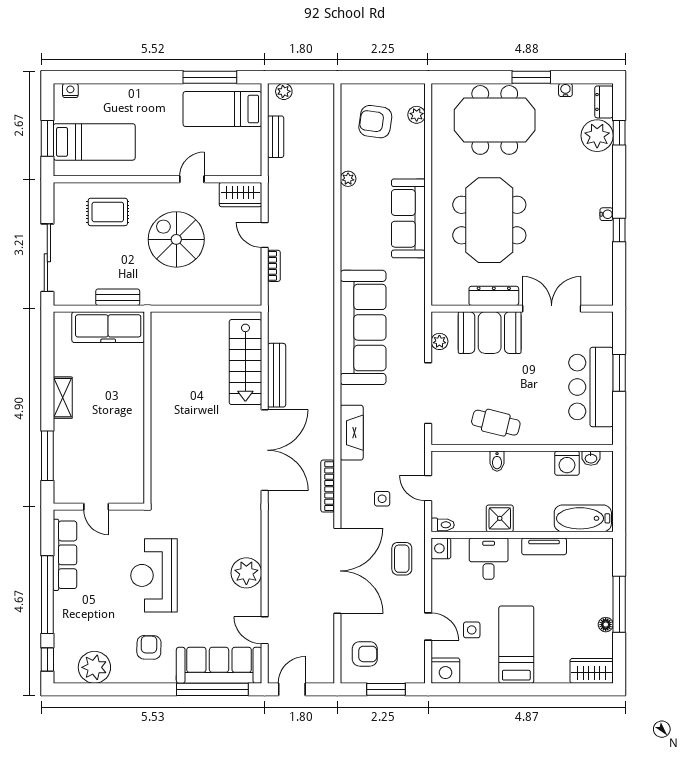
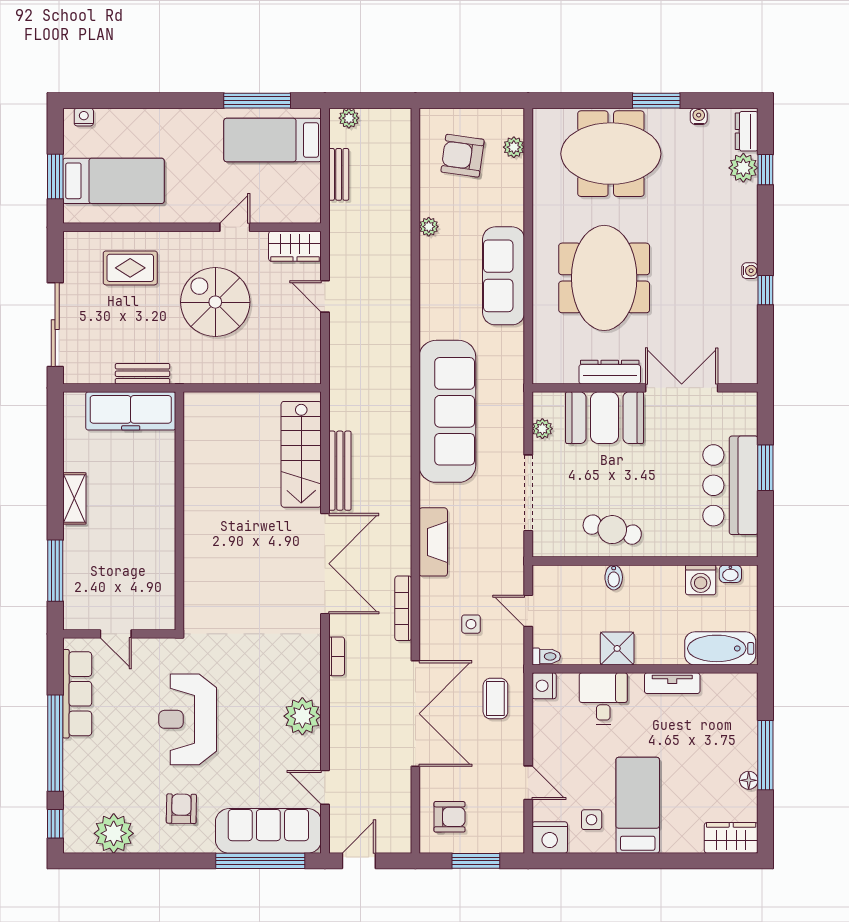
plant: (597, 136) -> (743, 168), width x0.73, depth x0.73
bookcase: (274, 266) -> (337, 656), moved
side table: (472, 630) -> (592, 820), moved

